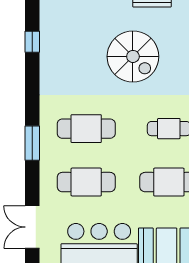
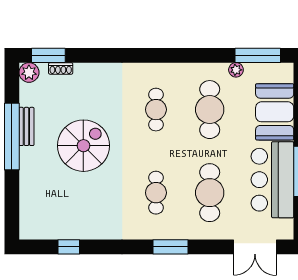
cafe table: (86, 129) -> (156, 193), width x0.73, depth x0.74

